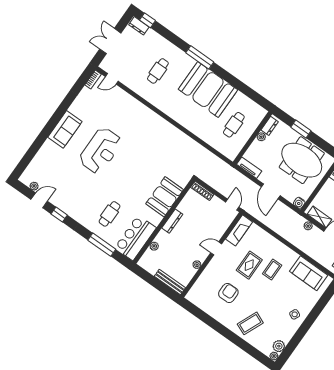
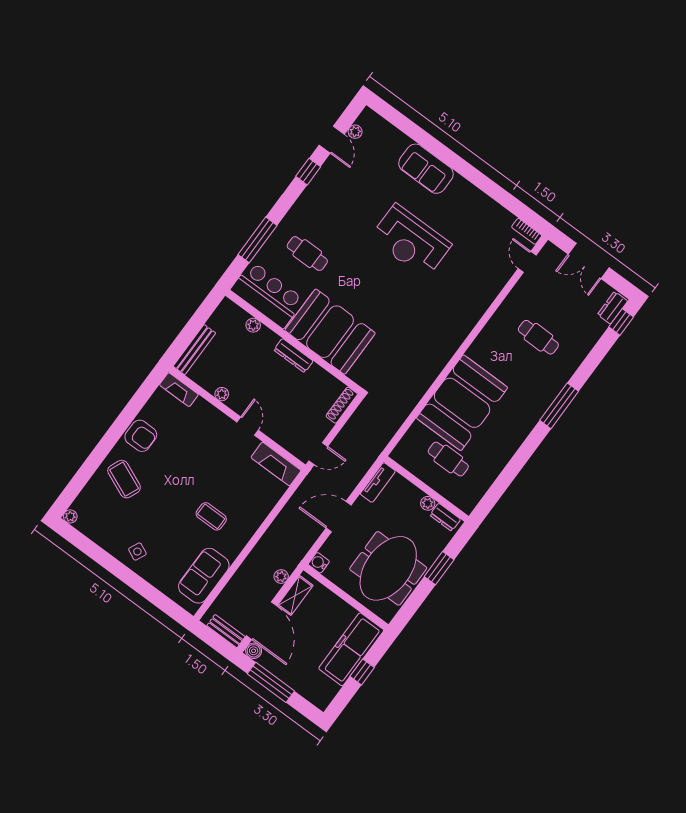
double door: (110, 41) -> (589, 261), swing flipped
booth: (208, 90) -> (462, 403), moved
sofa: (65, 129) -> (426, 169), moved
booth: (165, 197) -> (330, 332), width x1.36, depth x1.42
rug: (249, 265) -> (219, 479), removed
fireplace: (195, 291) -> (179, 390), added
armchair: (228, 293) -> (141, 436), moved
plant: (279, 346) -> (86, 525), removed

